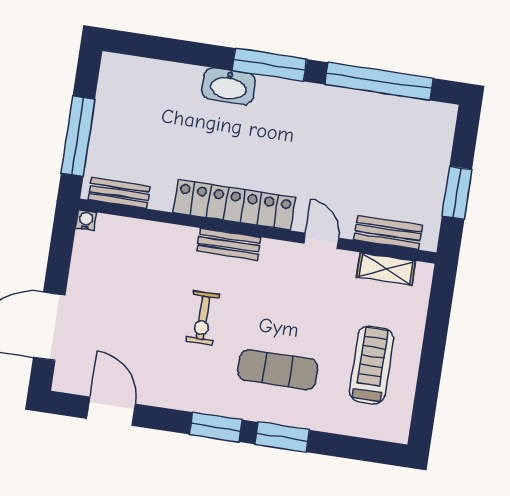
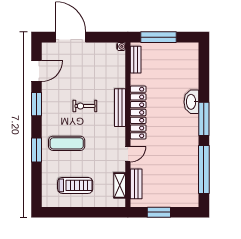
bench: (229, 244) -> (120, 108), width x1.36
exercise mat: (278, 370) -> (67, 143), turned 90
window: (216, 427) -> (36, 104), moved

